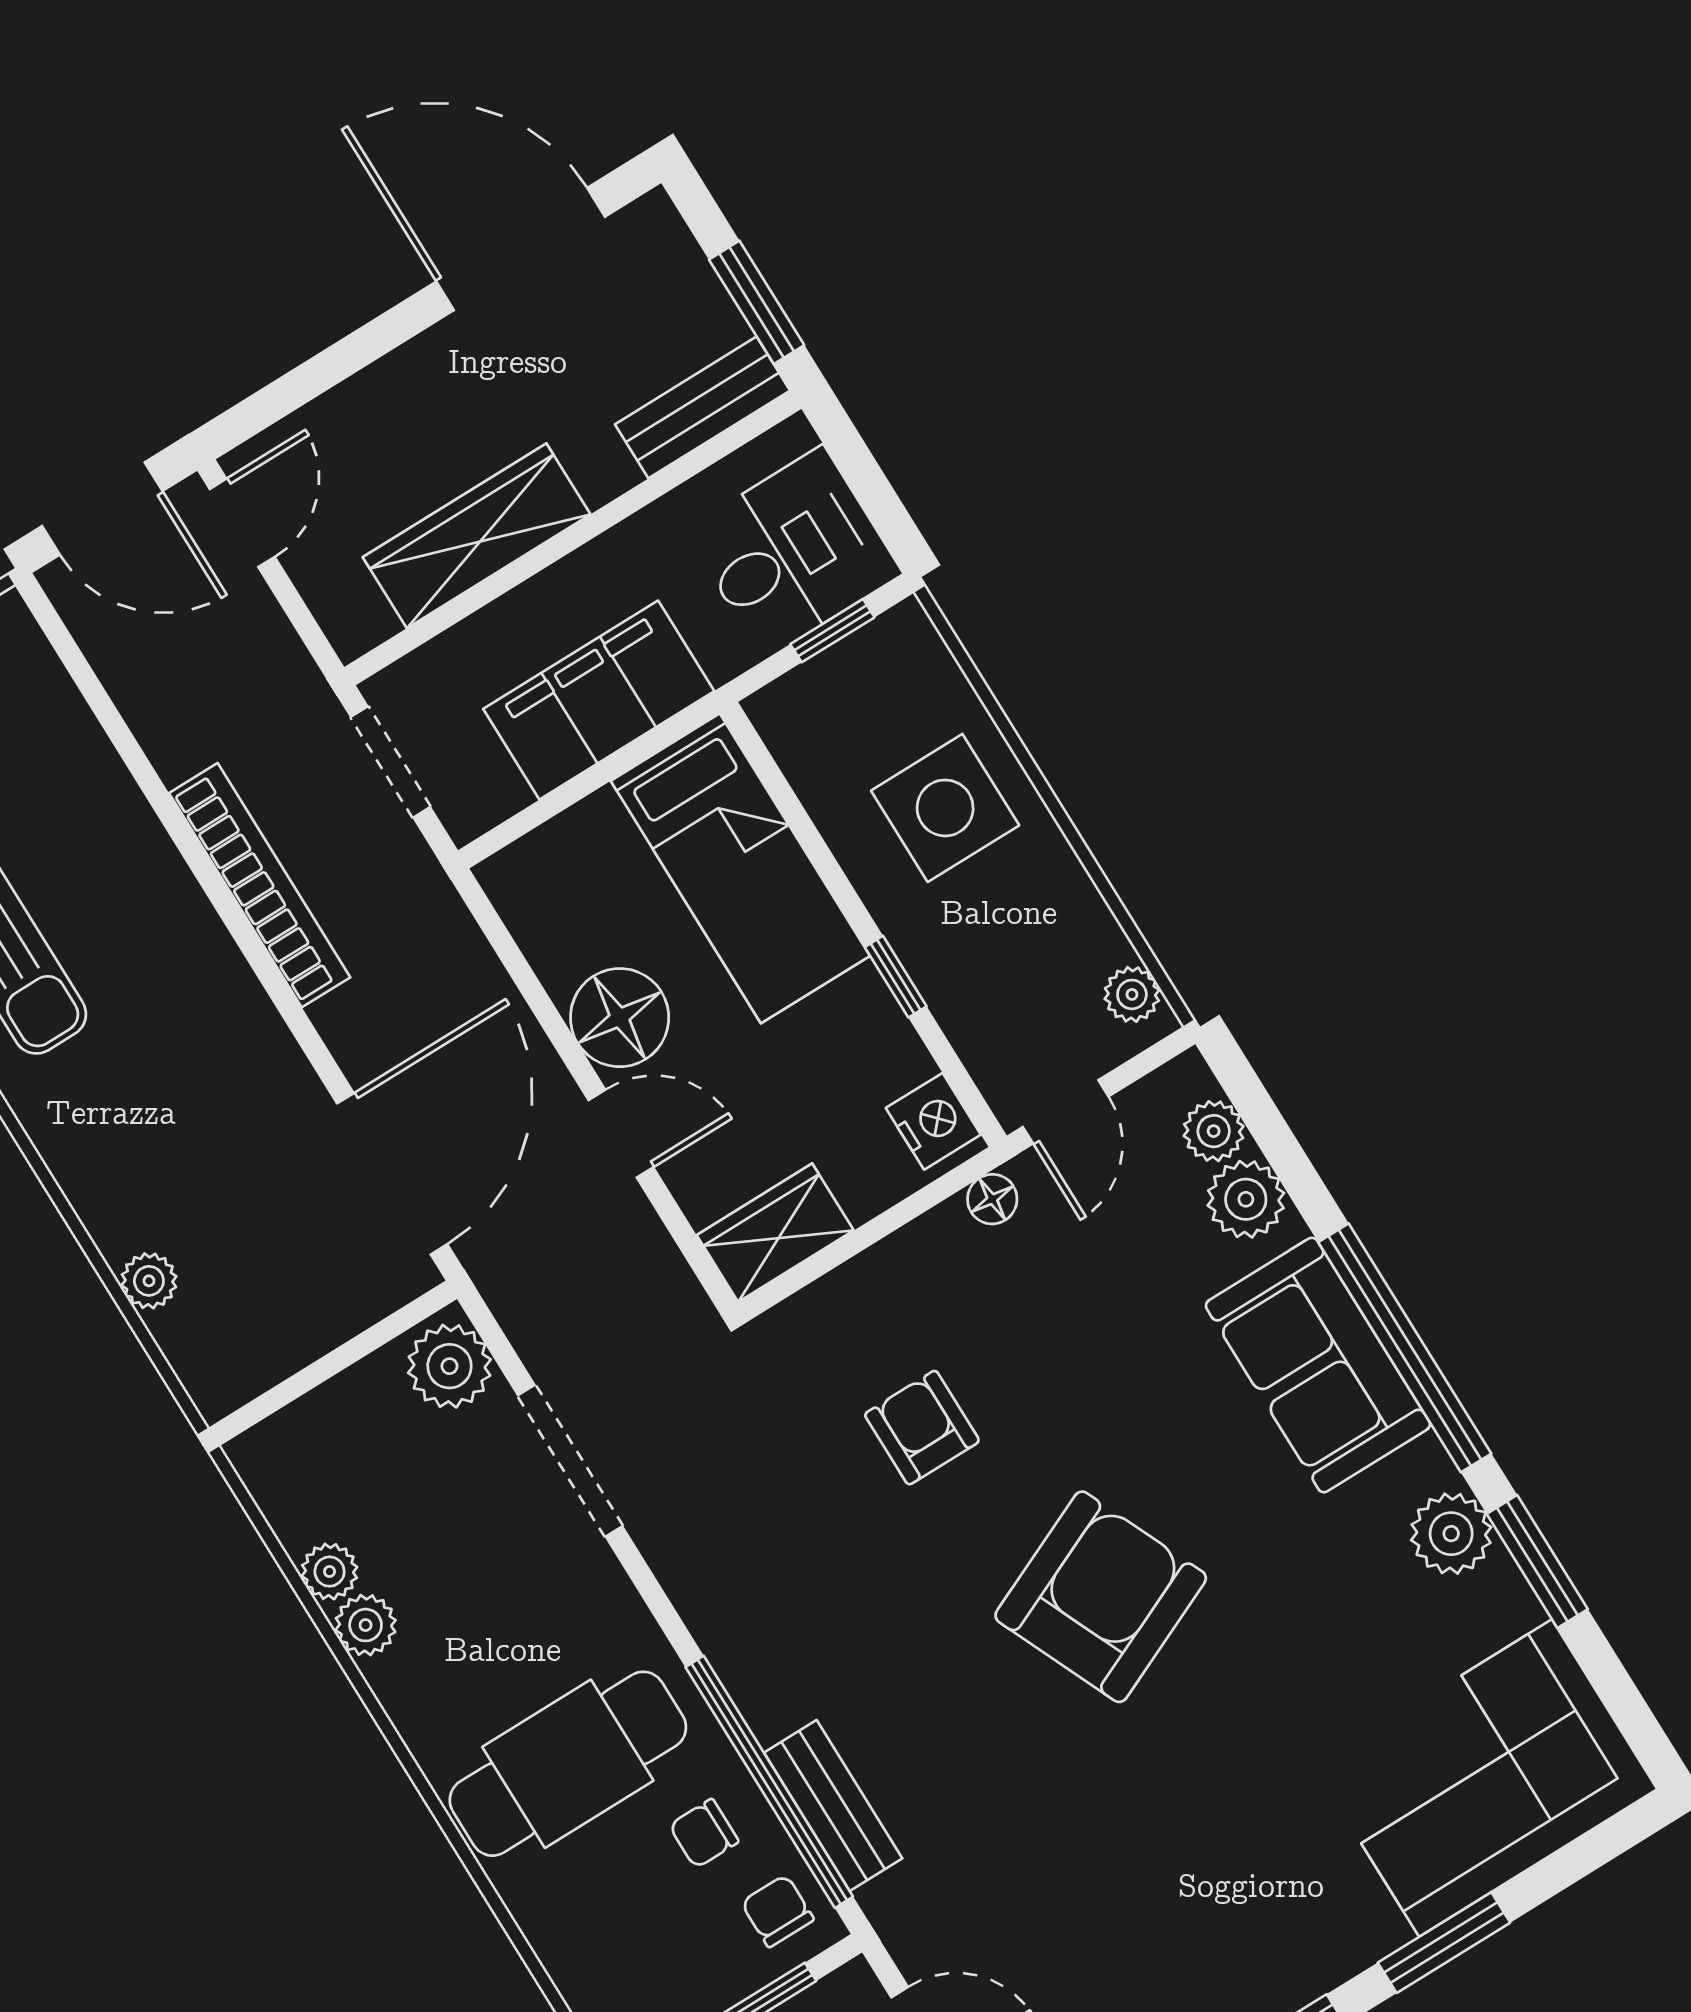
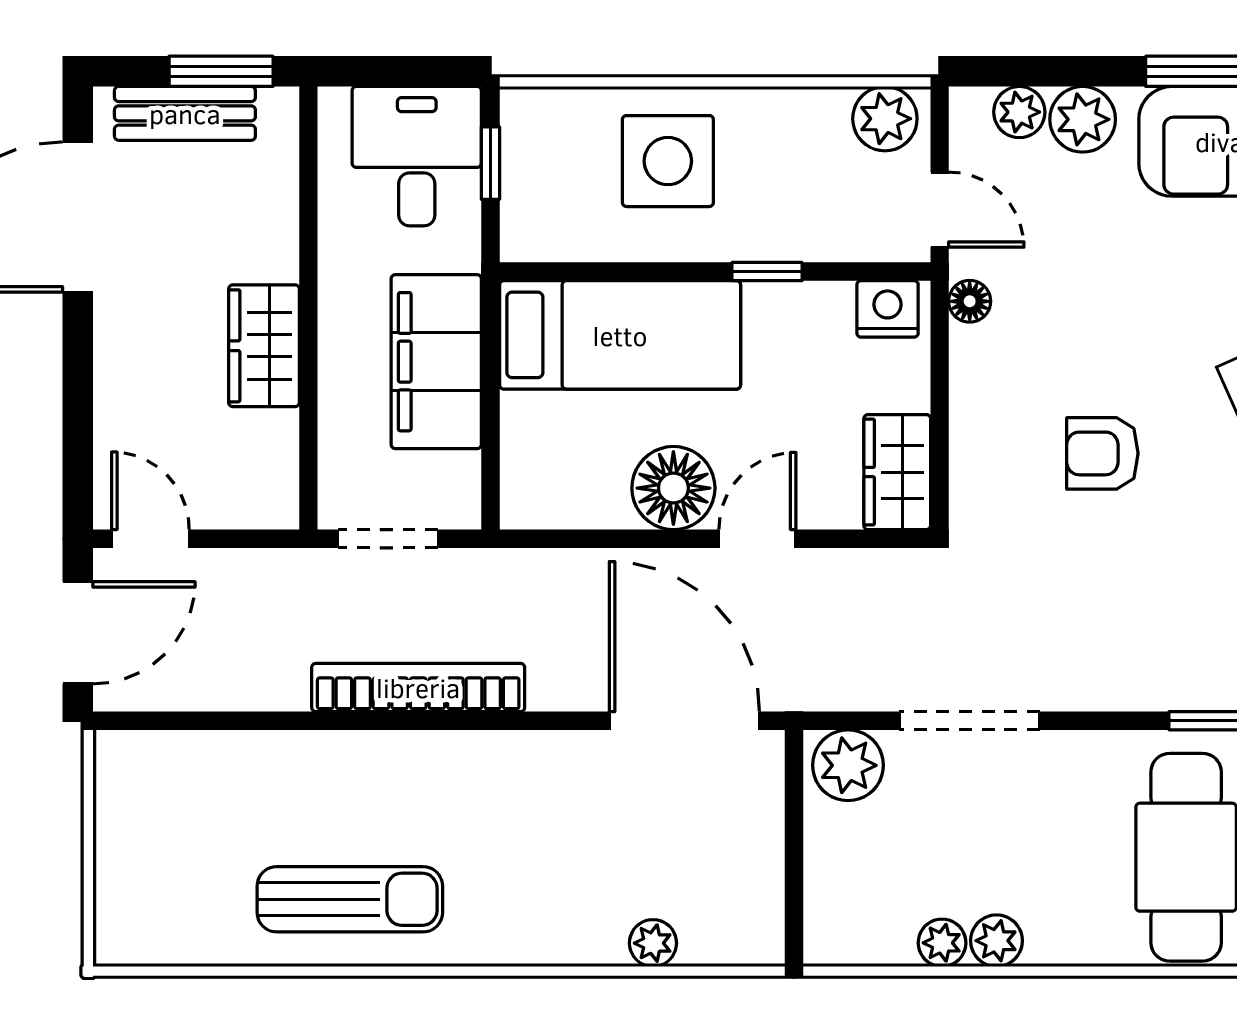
bench: (702, 407) -> (185, 113), moved, turned 90
wardrobe: (477, 536) -> (264, 346), width x0.67
plant: (1132, 994) -> (885, 119), width x1.38, depth x1.38

